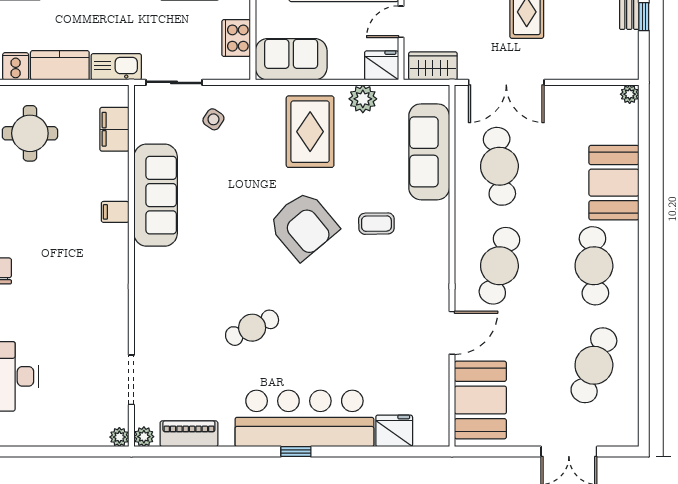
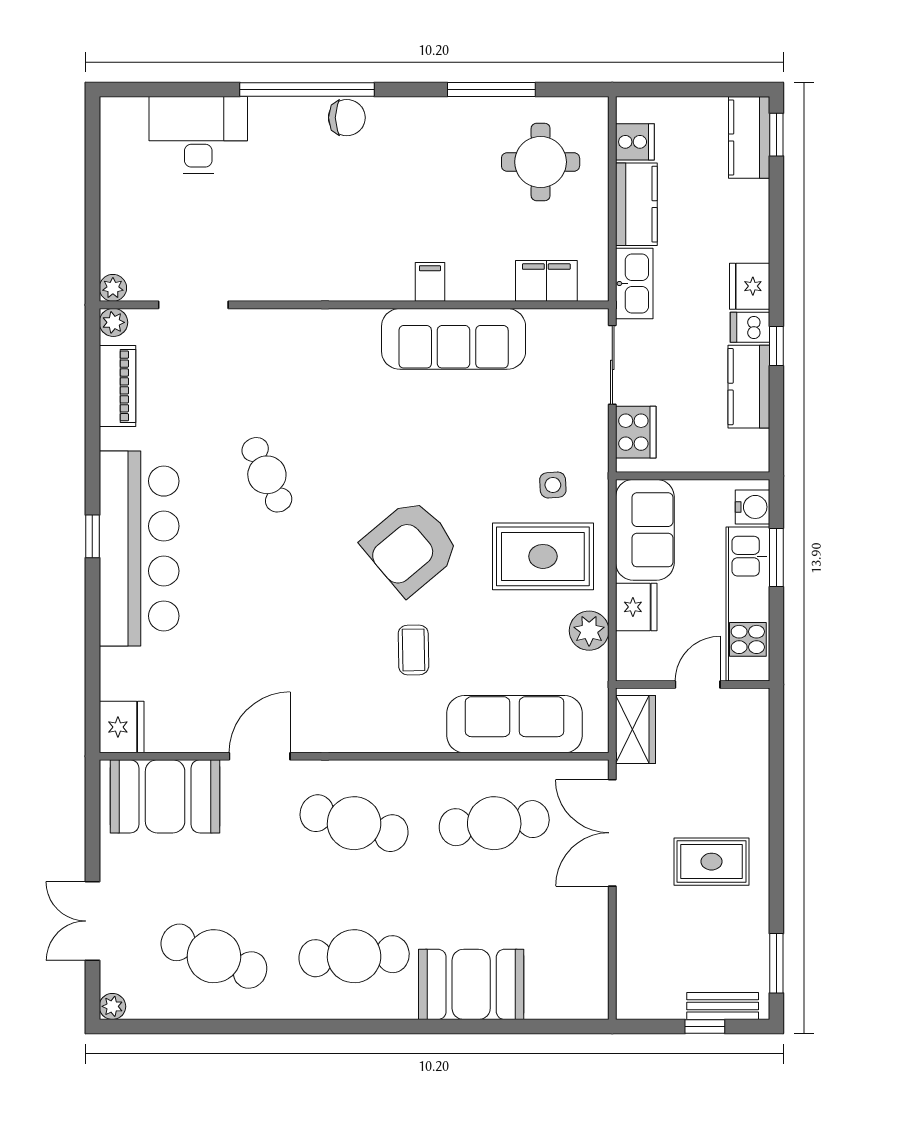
door: (401, 22) -> (698, 684), hinge flipped
cooker: (236, 38) -> (636, 432), moved, turned 90
fridge: (382, 65) -> (636, 607), moved
plant: (630, 94) -> (112, 1006), moved
side table: (213, 119) -> (553, 485), moved, turned -38
door: (452, 333) -> (260, 756), swing flipped
fridge: (394, 431) -> (122, 727), moved

